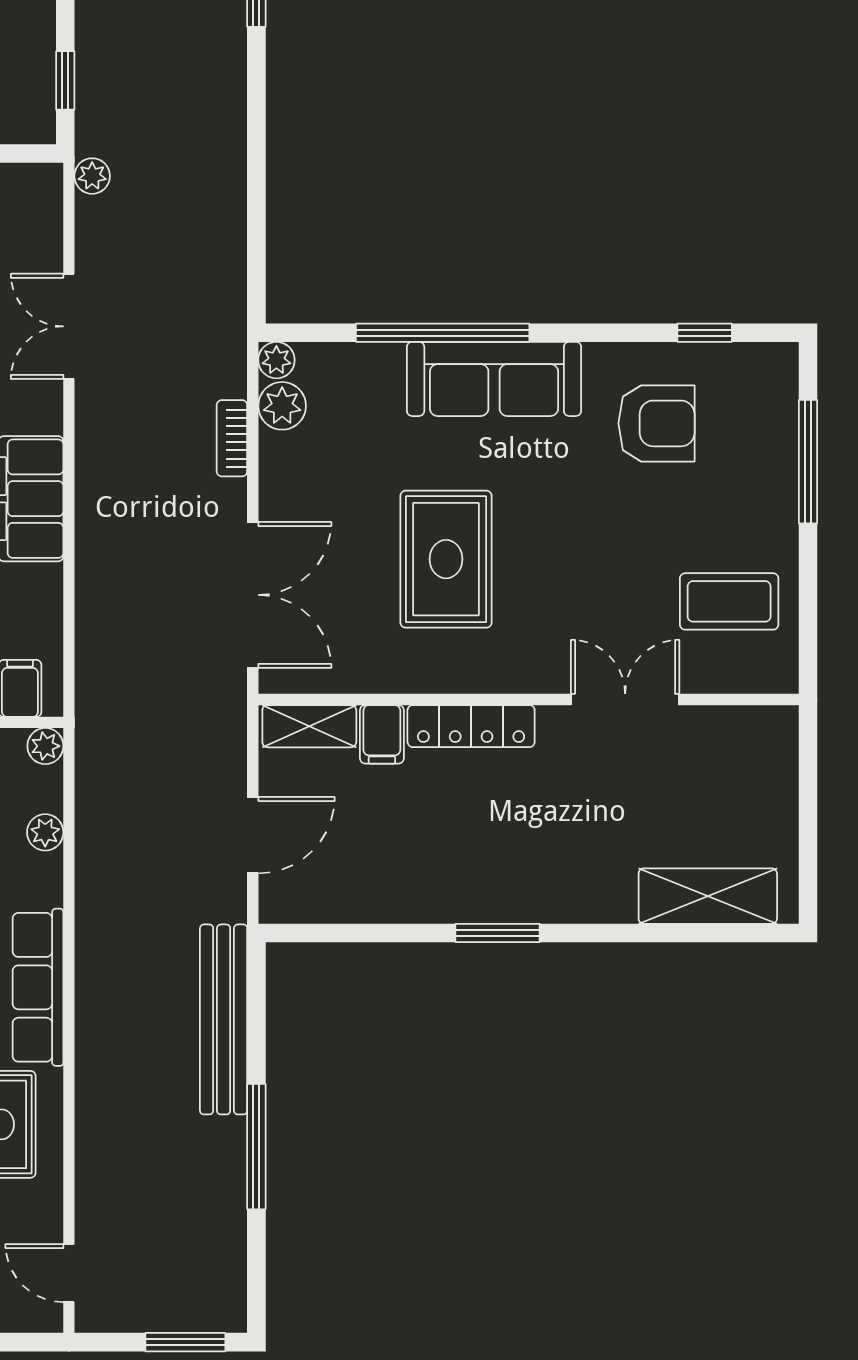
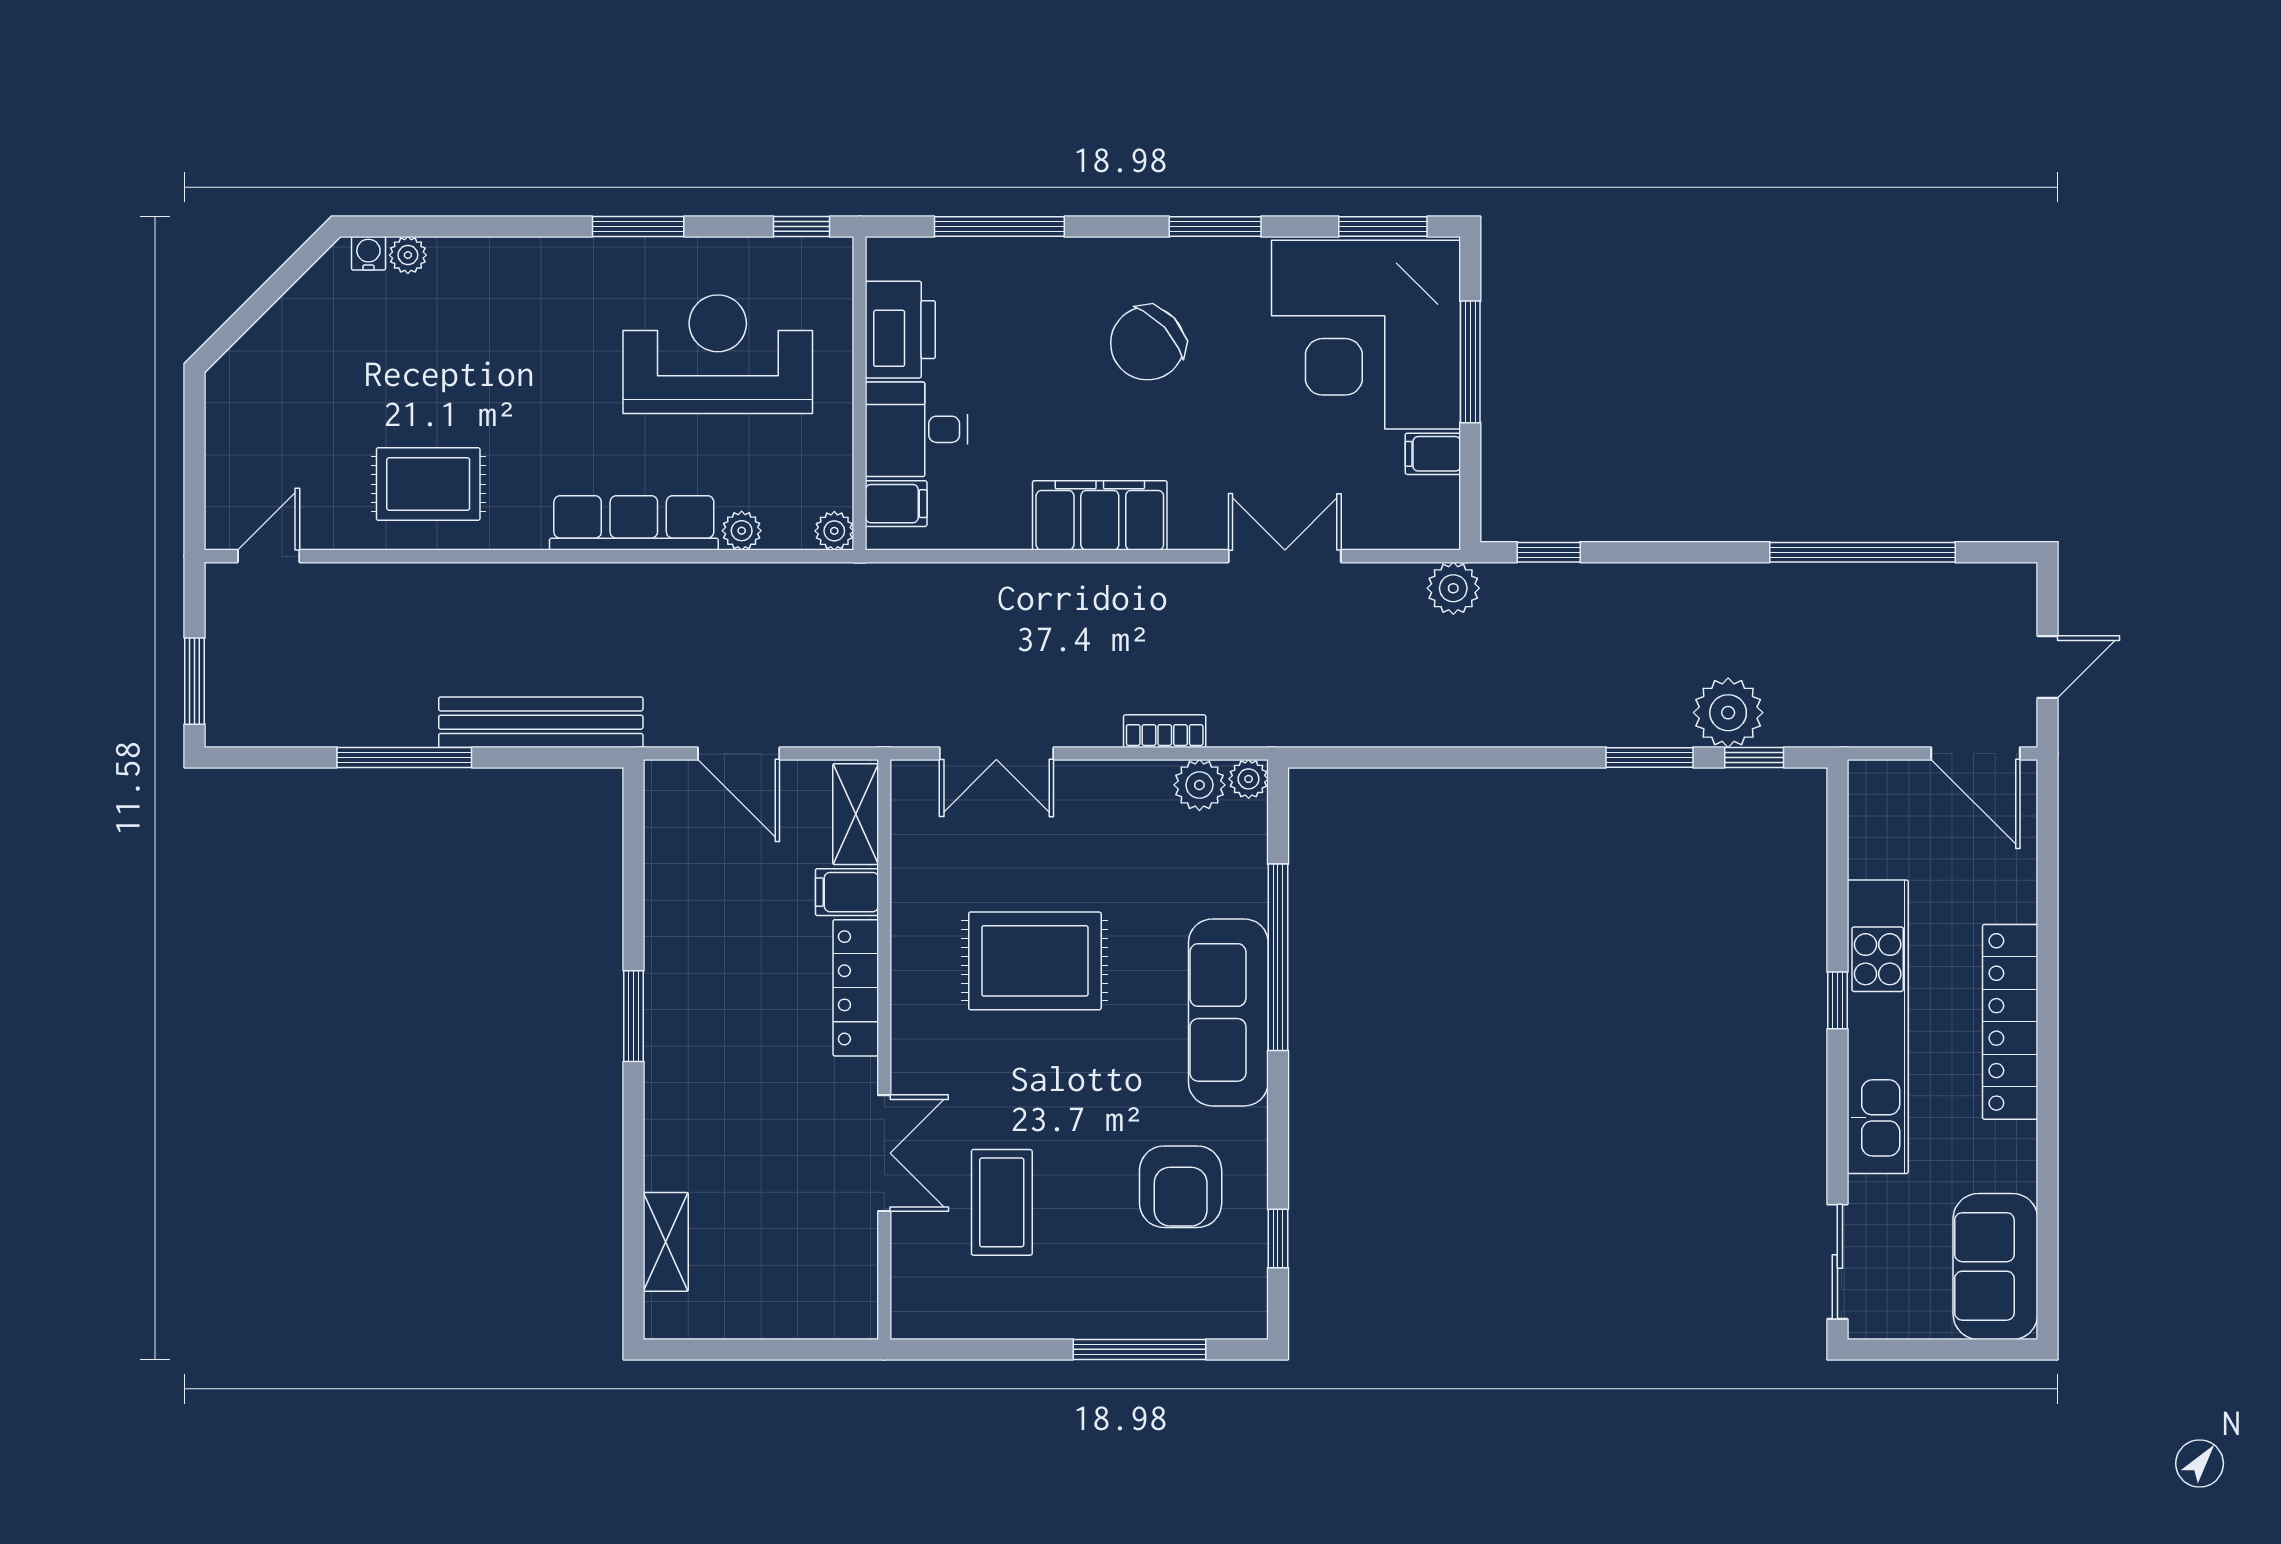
plant: (92, 176) -> (1453, 588), width x1.38, depth x1.38
double door: (253, 595) -> (996, 753), width x0.73
coffee table: (729, 601) -> (1002, 1202), moved
shelving: (708, 896) -> (666, 1242), width x0.67, depth x0.75
row of seats: (38, 987) -> (634, 523), moved

